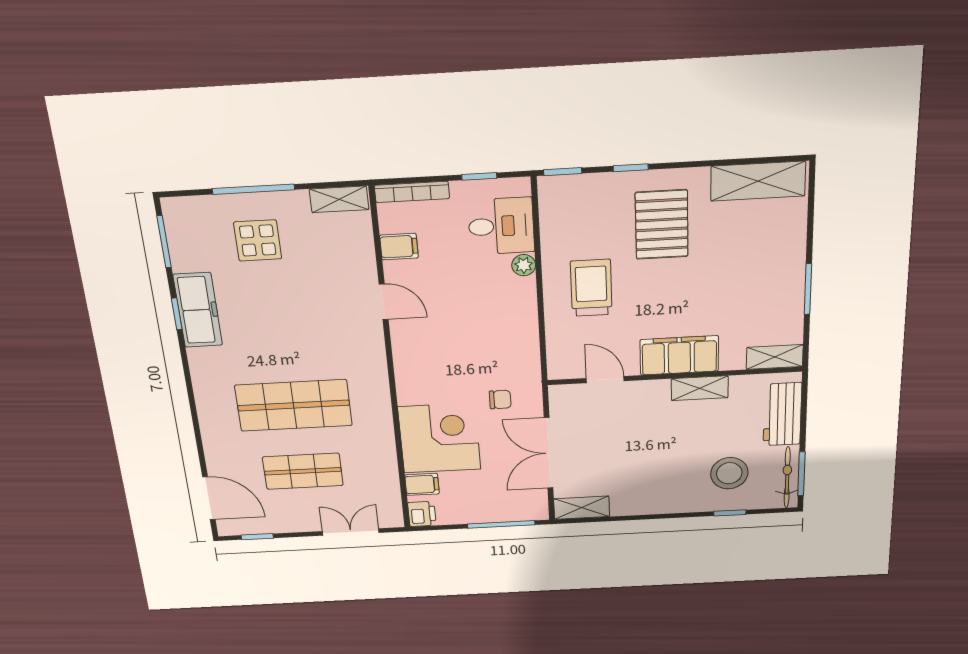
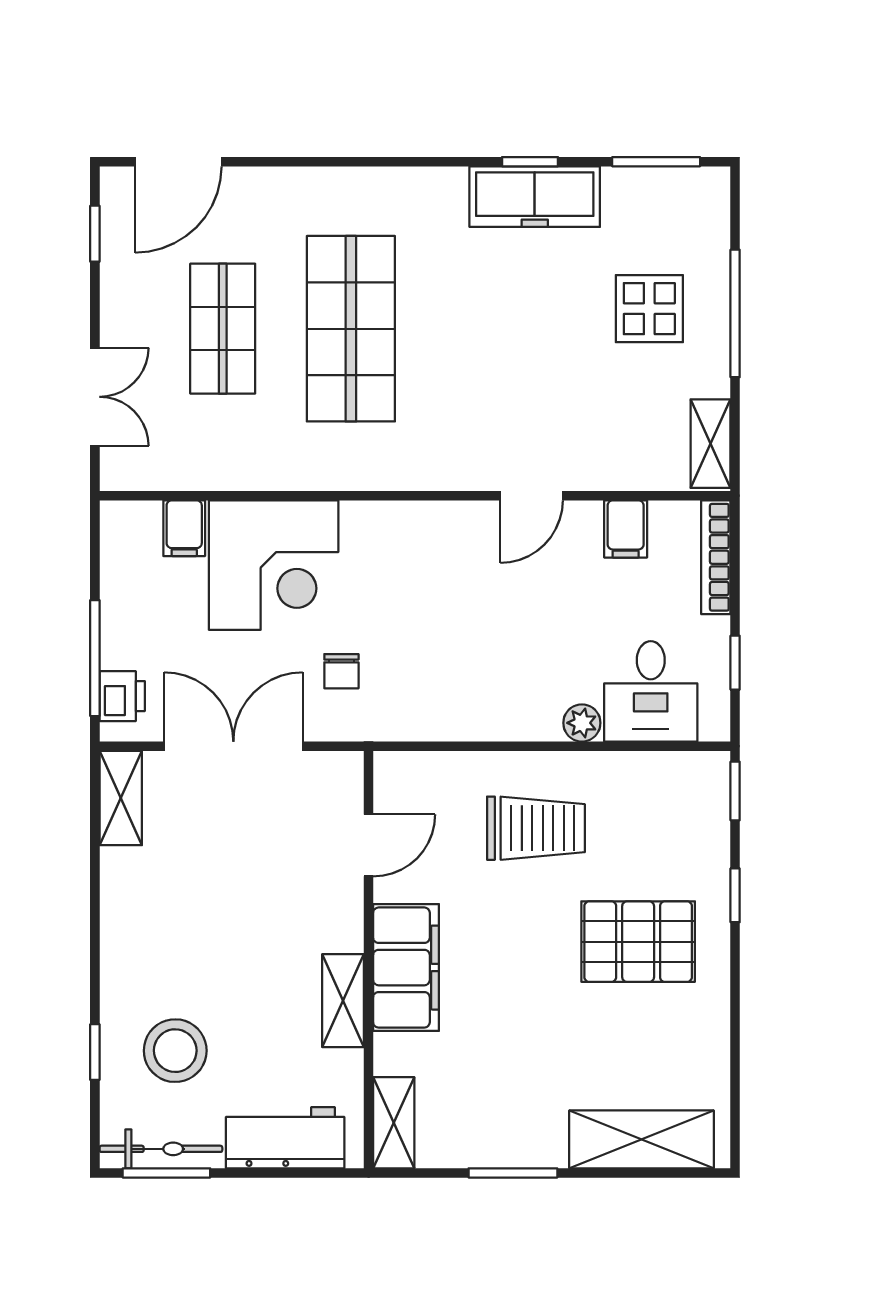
shelving: (758, 181) -> (642, 1139), moved, turned 90
printer: (422, 514) -> (122, 696), moved, turned -90

